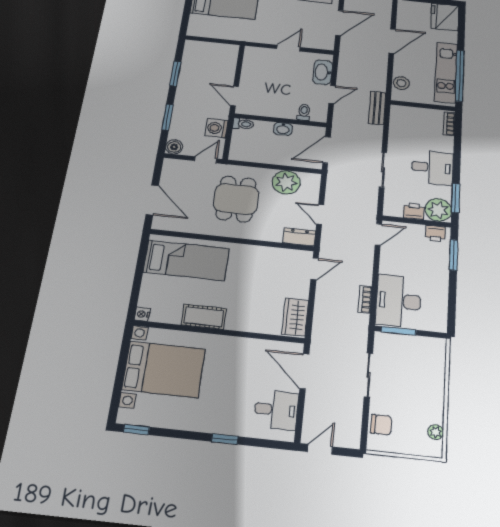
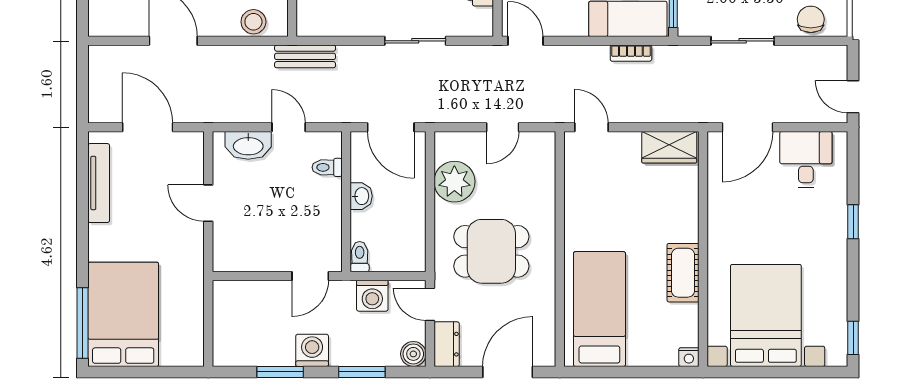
washing machine: (186, 92) -> (312, 350), added
dresser: (299, 237) -> (447, 344), moved, turned 180

